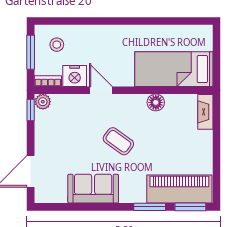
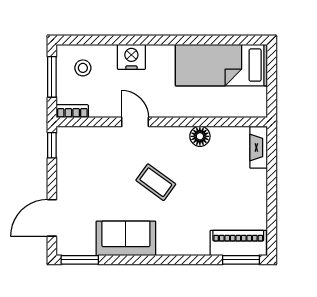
bed: (174, 69) -> (221, 65), moved
nightstand: (75, 76) -> (131, 57), moved, turned 180
plant: (43, 102) -> (66, 135), removed
piano: (179, 189) -> (238, 243), width x0.73, depth x0.75
window: (150, 207) -> (80, 260), moved

